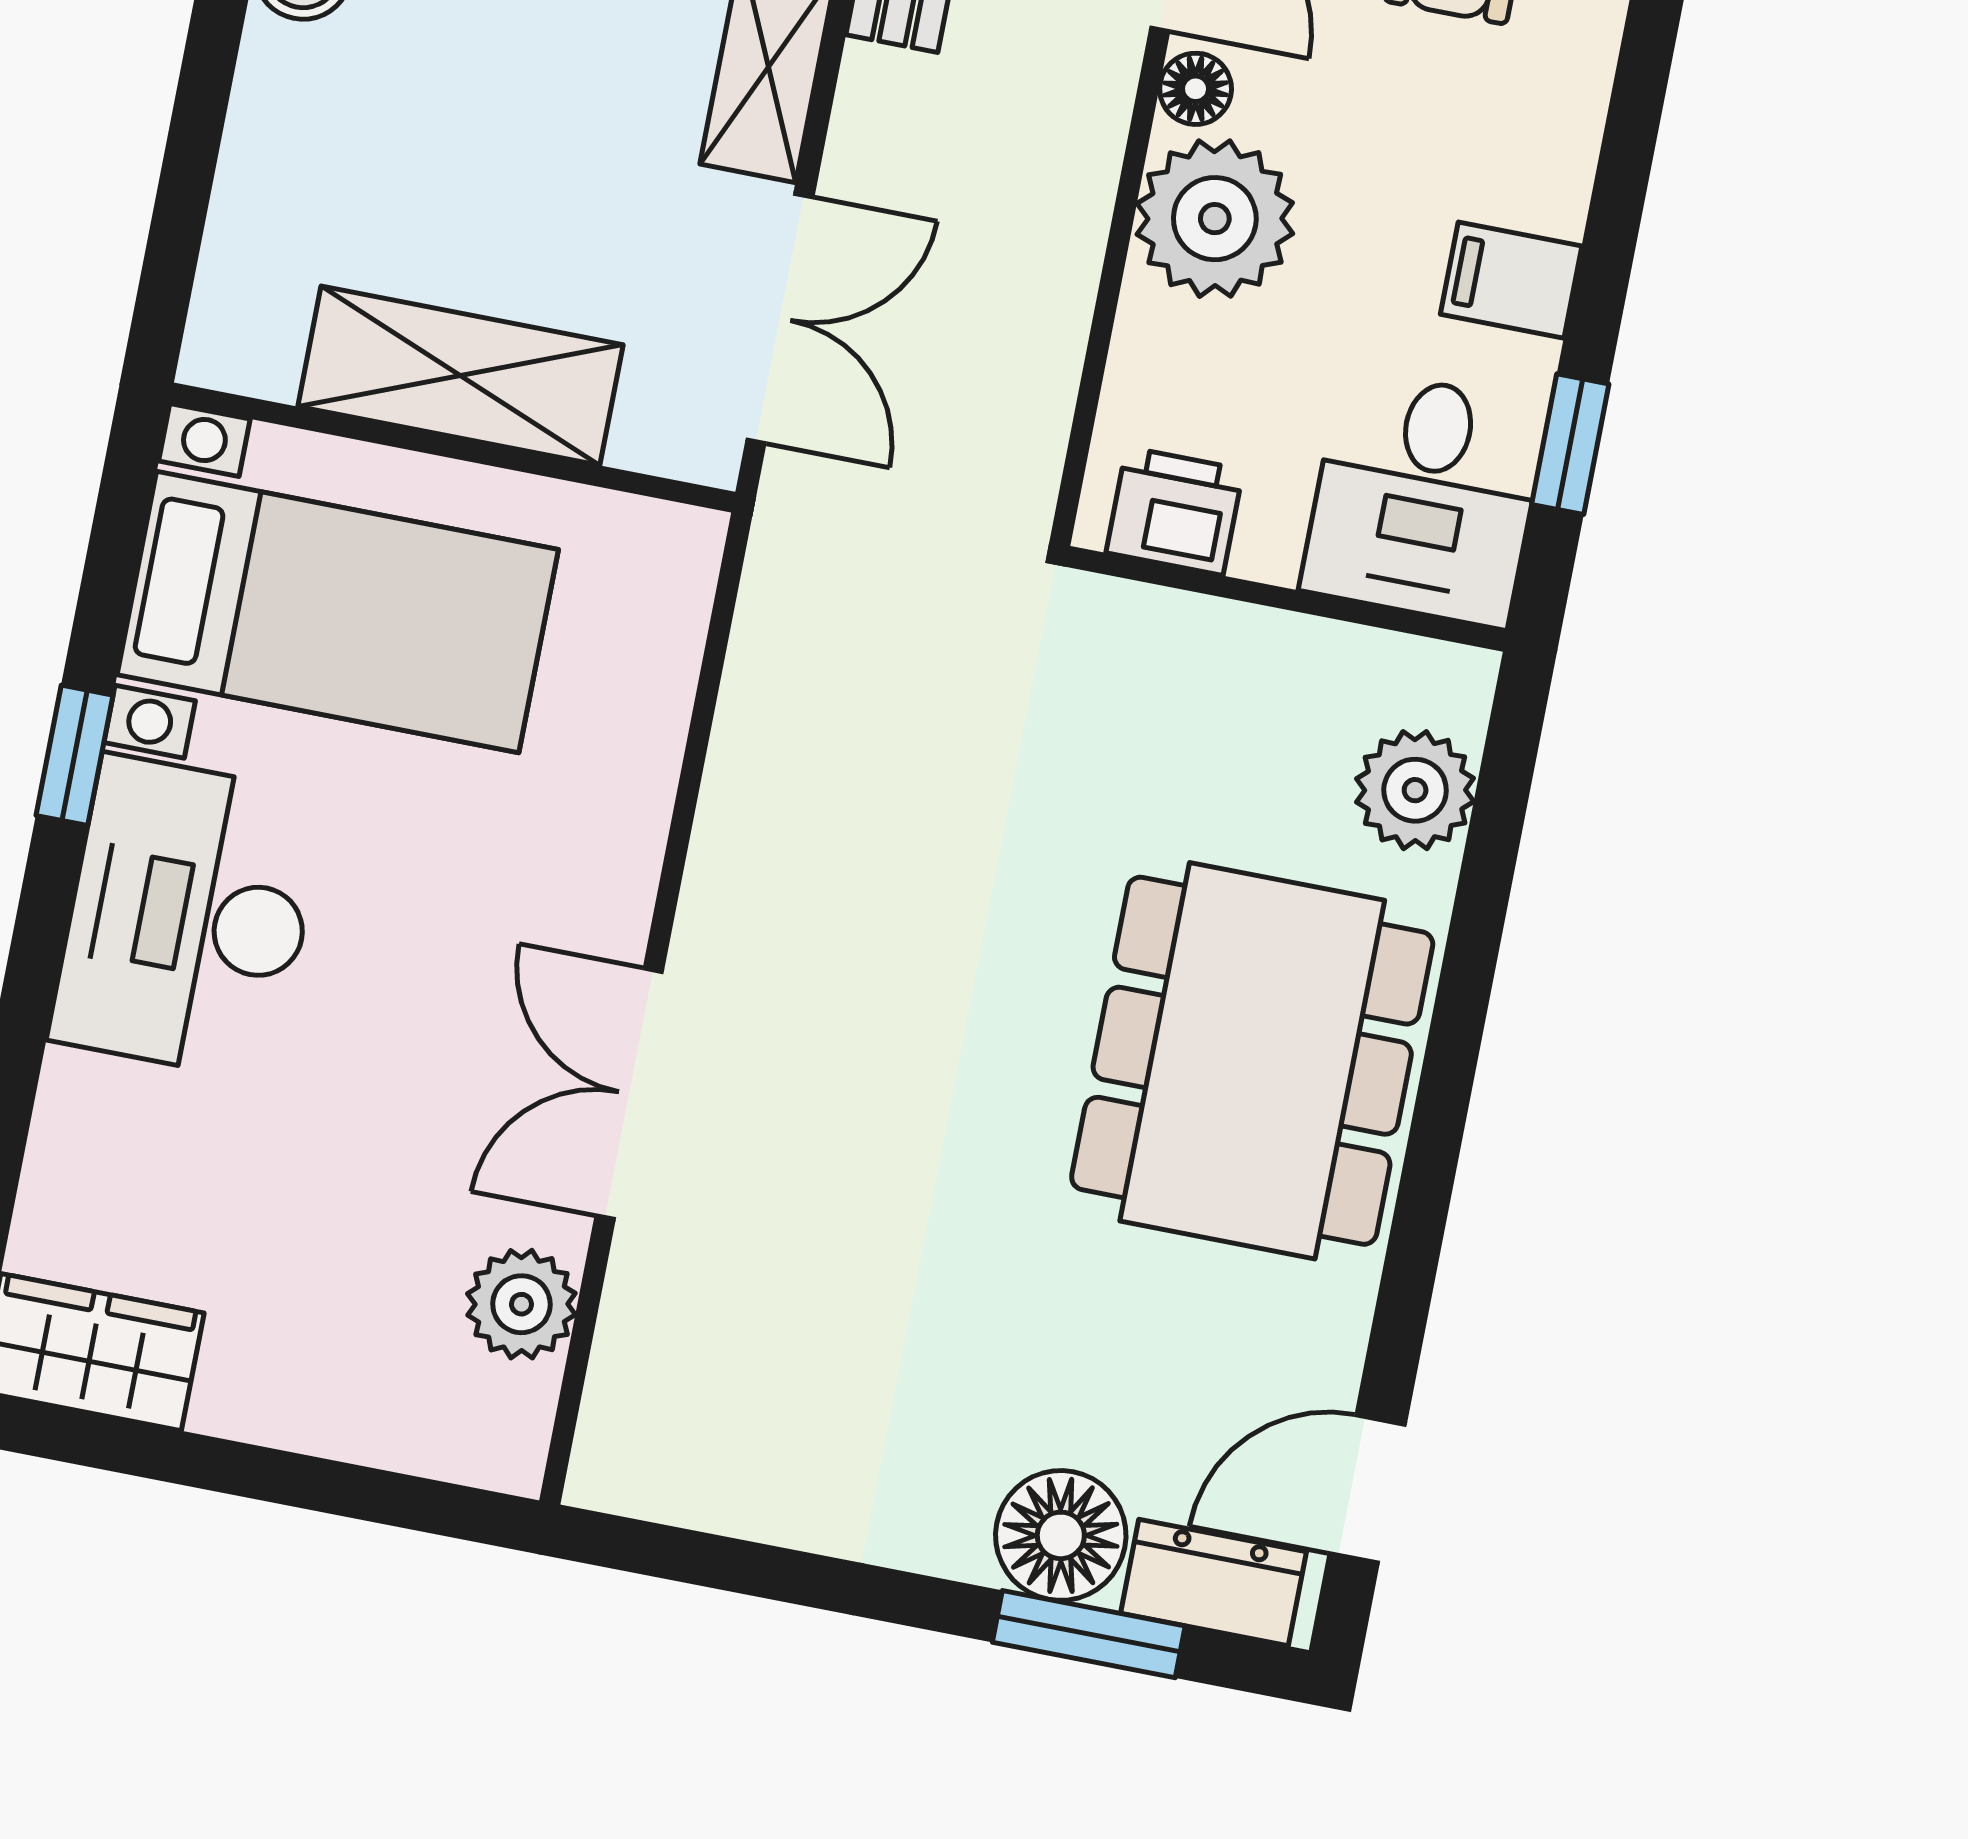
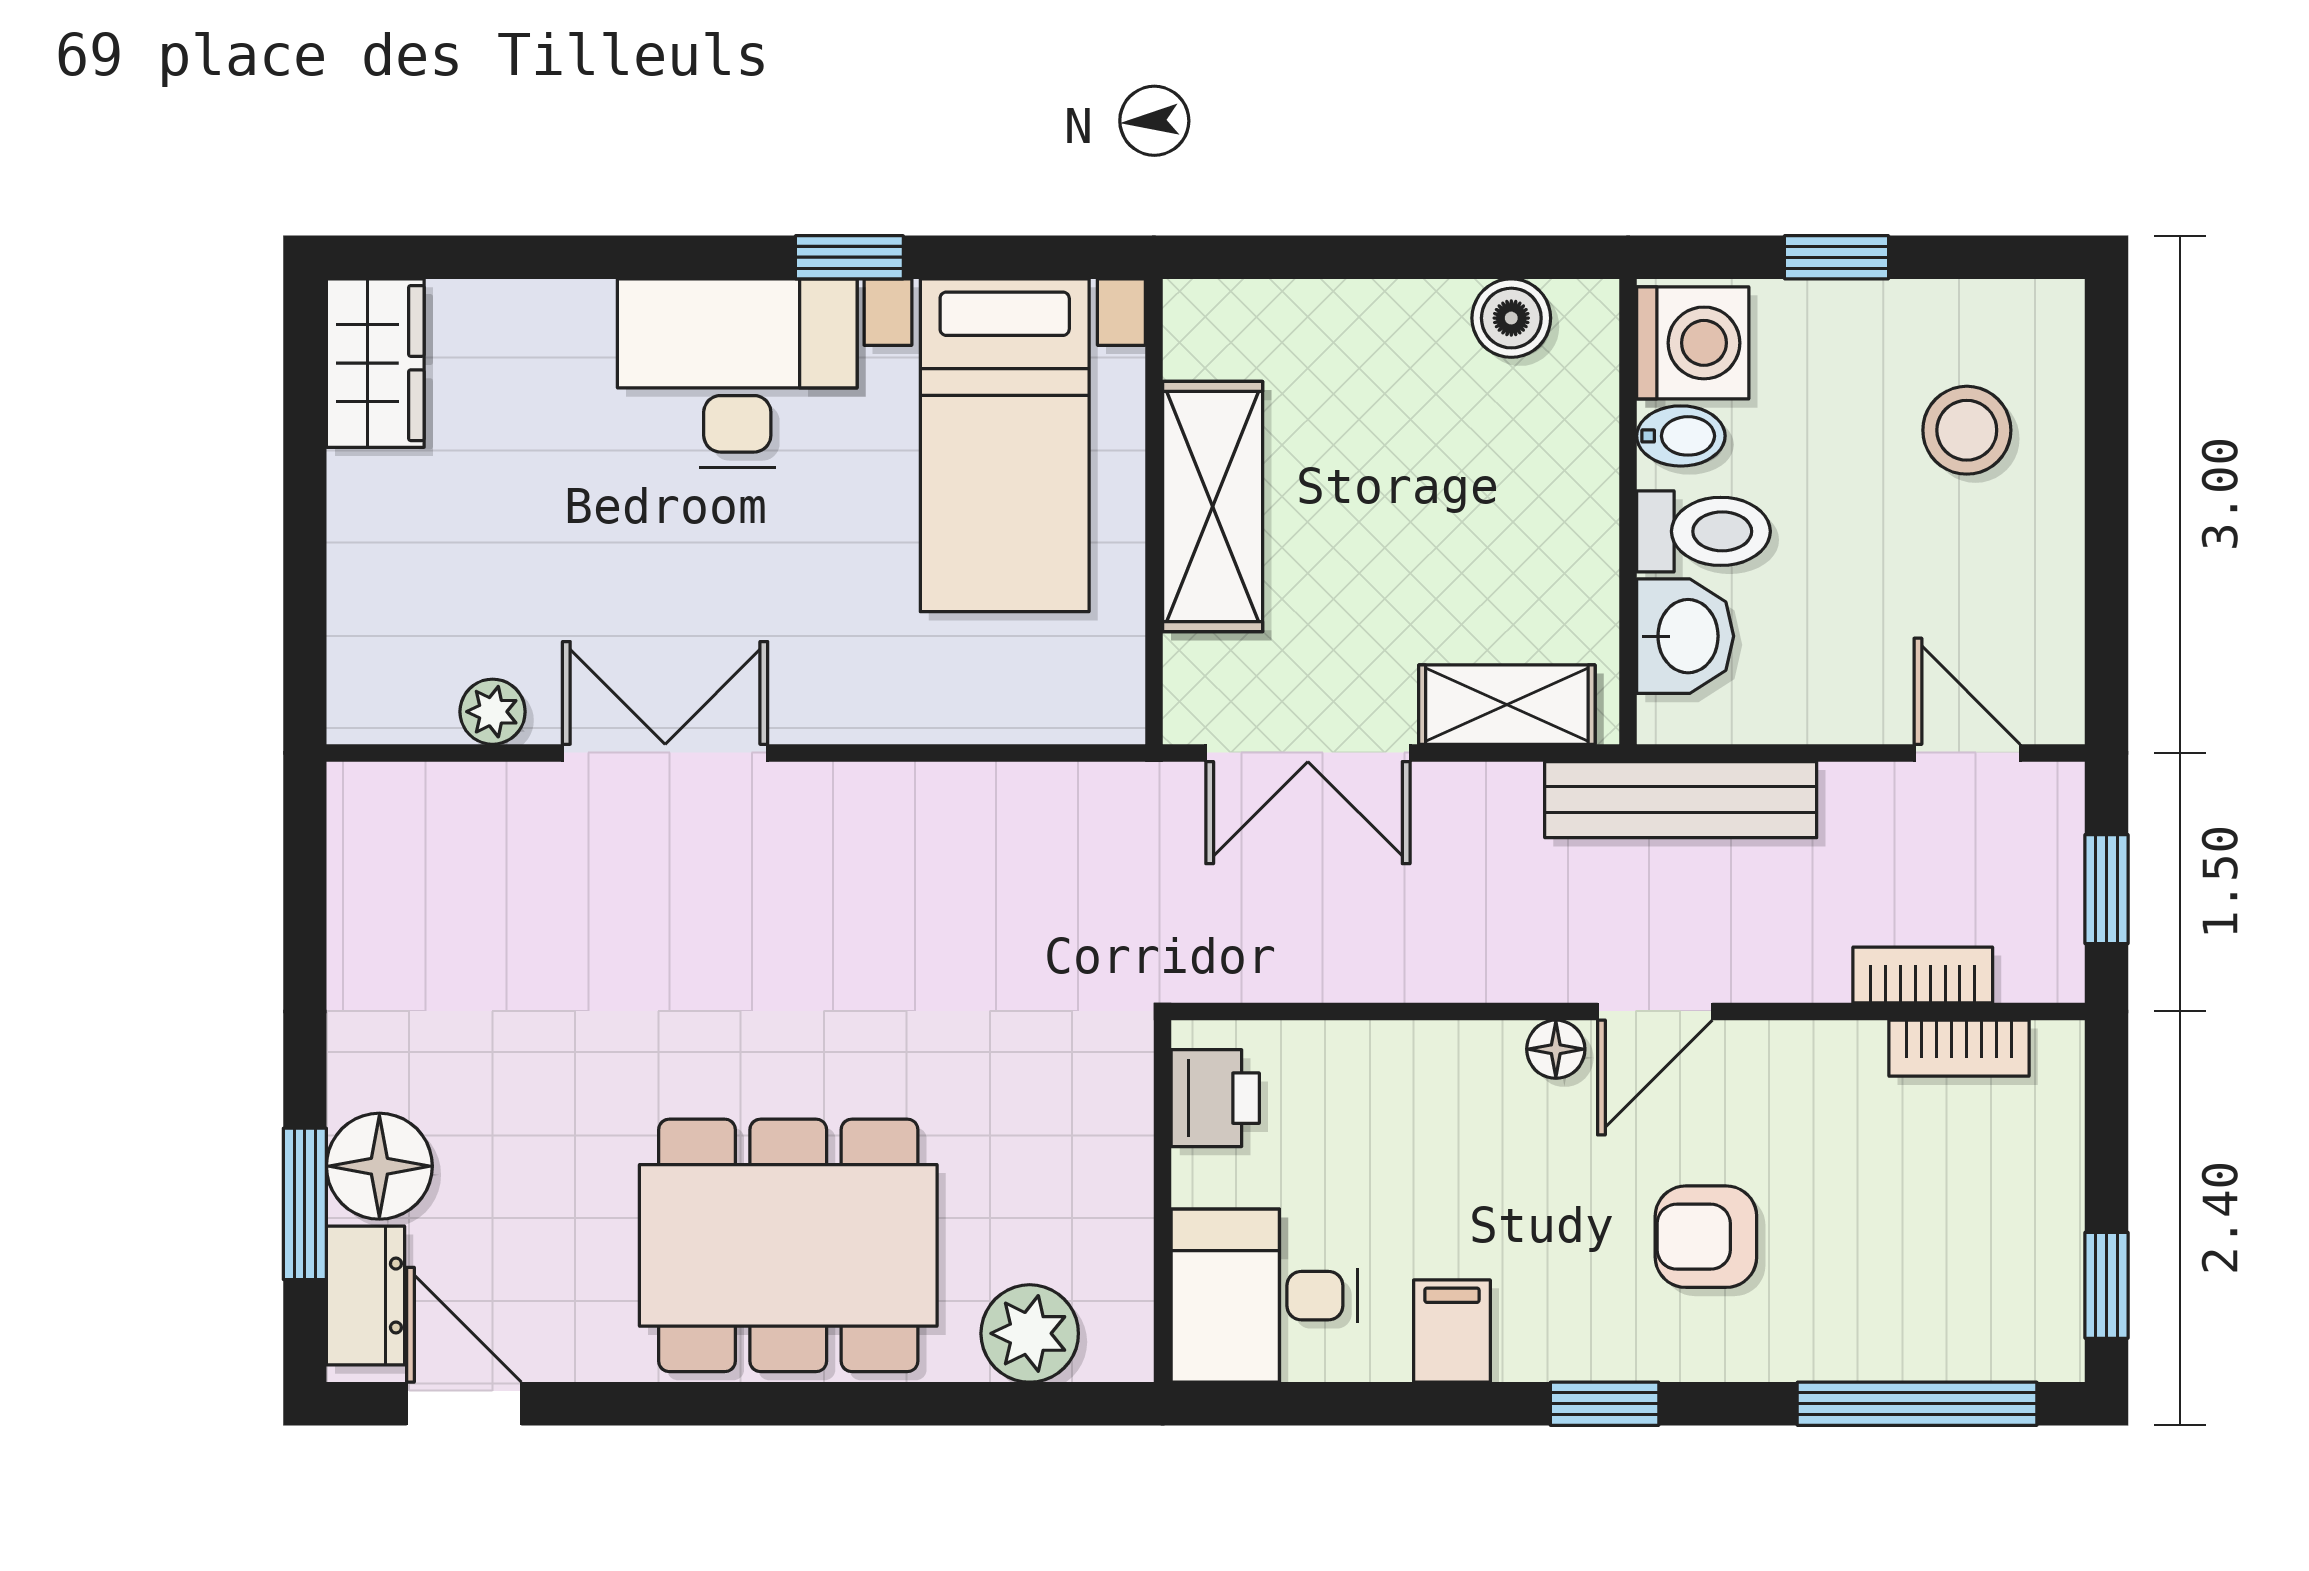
plant: (1215, 219) -> (1455, 1085), removed
window: (1570, 444) -> (1605, 1404), moved
plant: (521, 1304) -> (493, 712), width x0.73, depth x0.73

